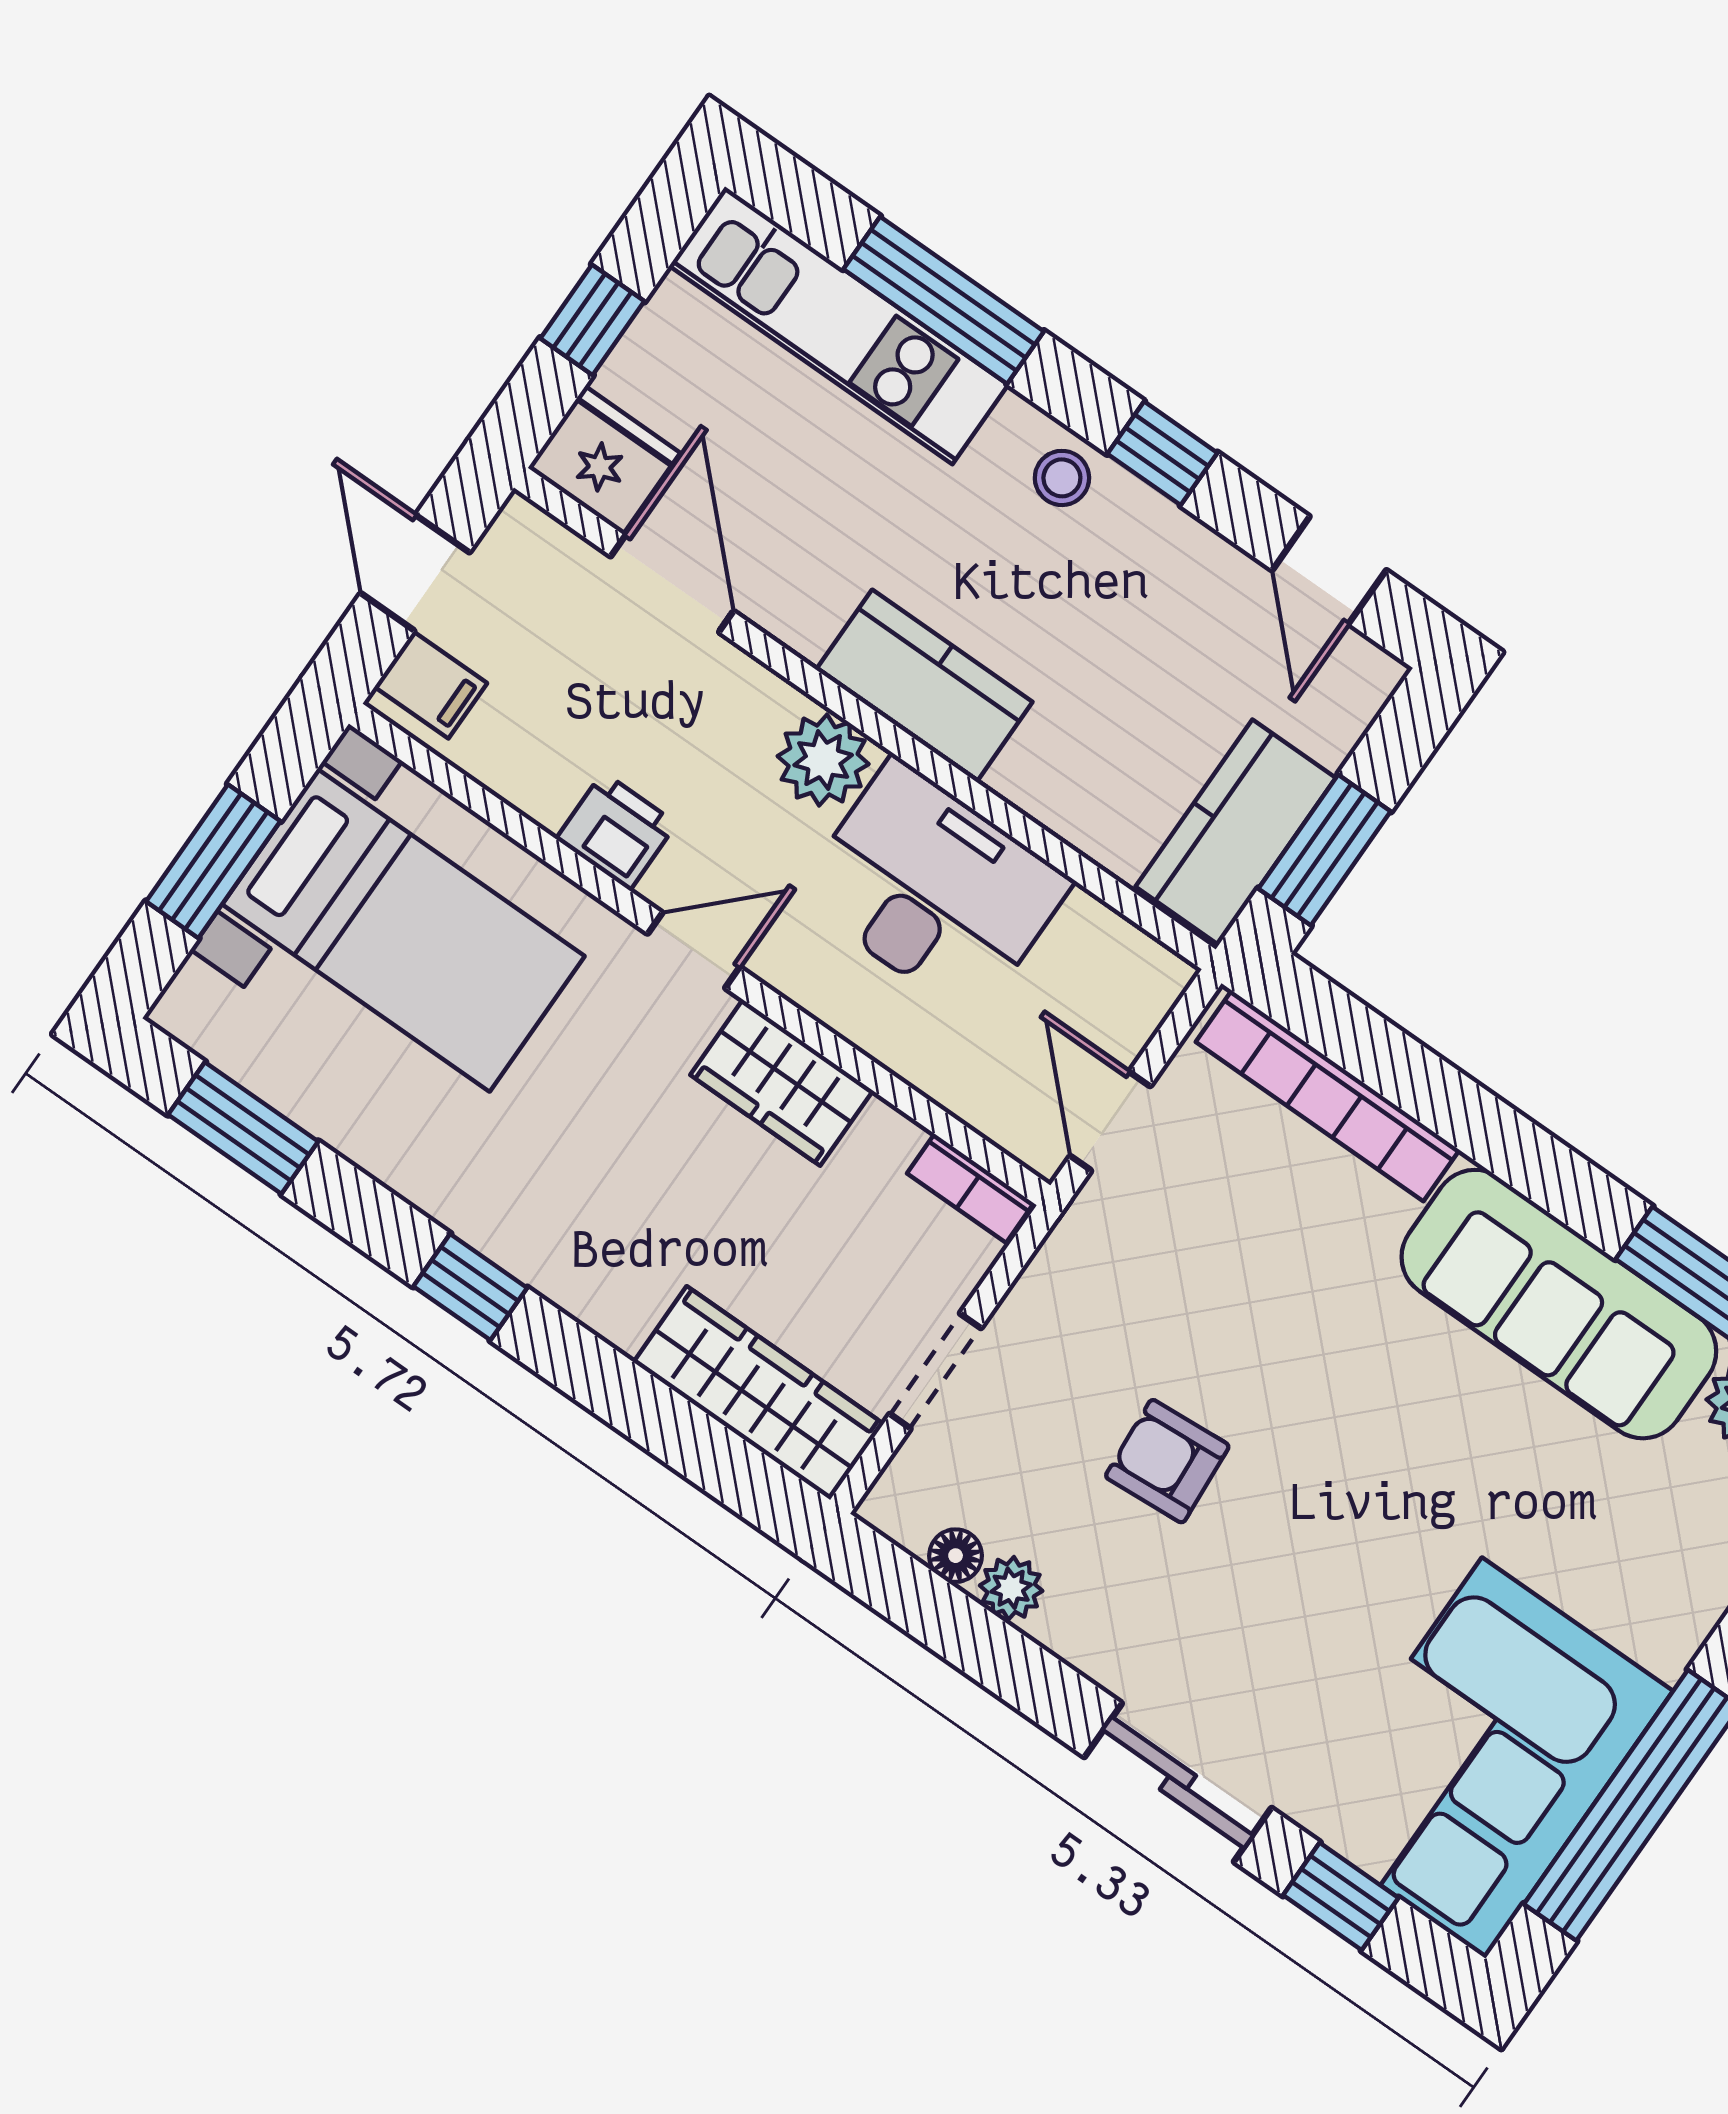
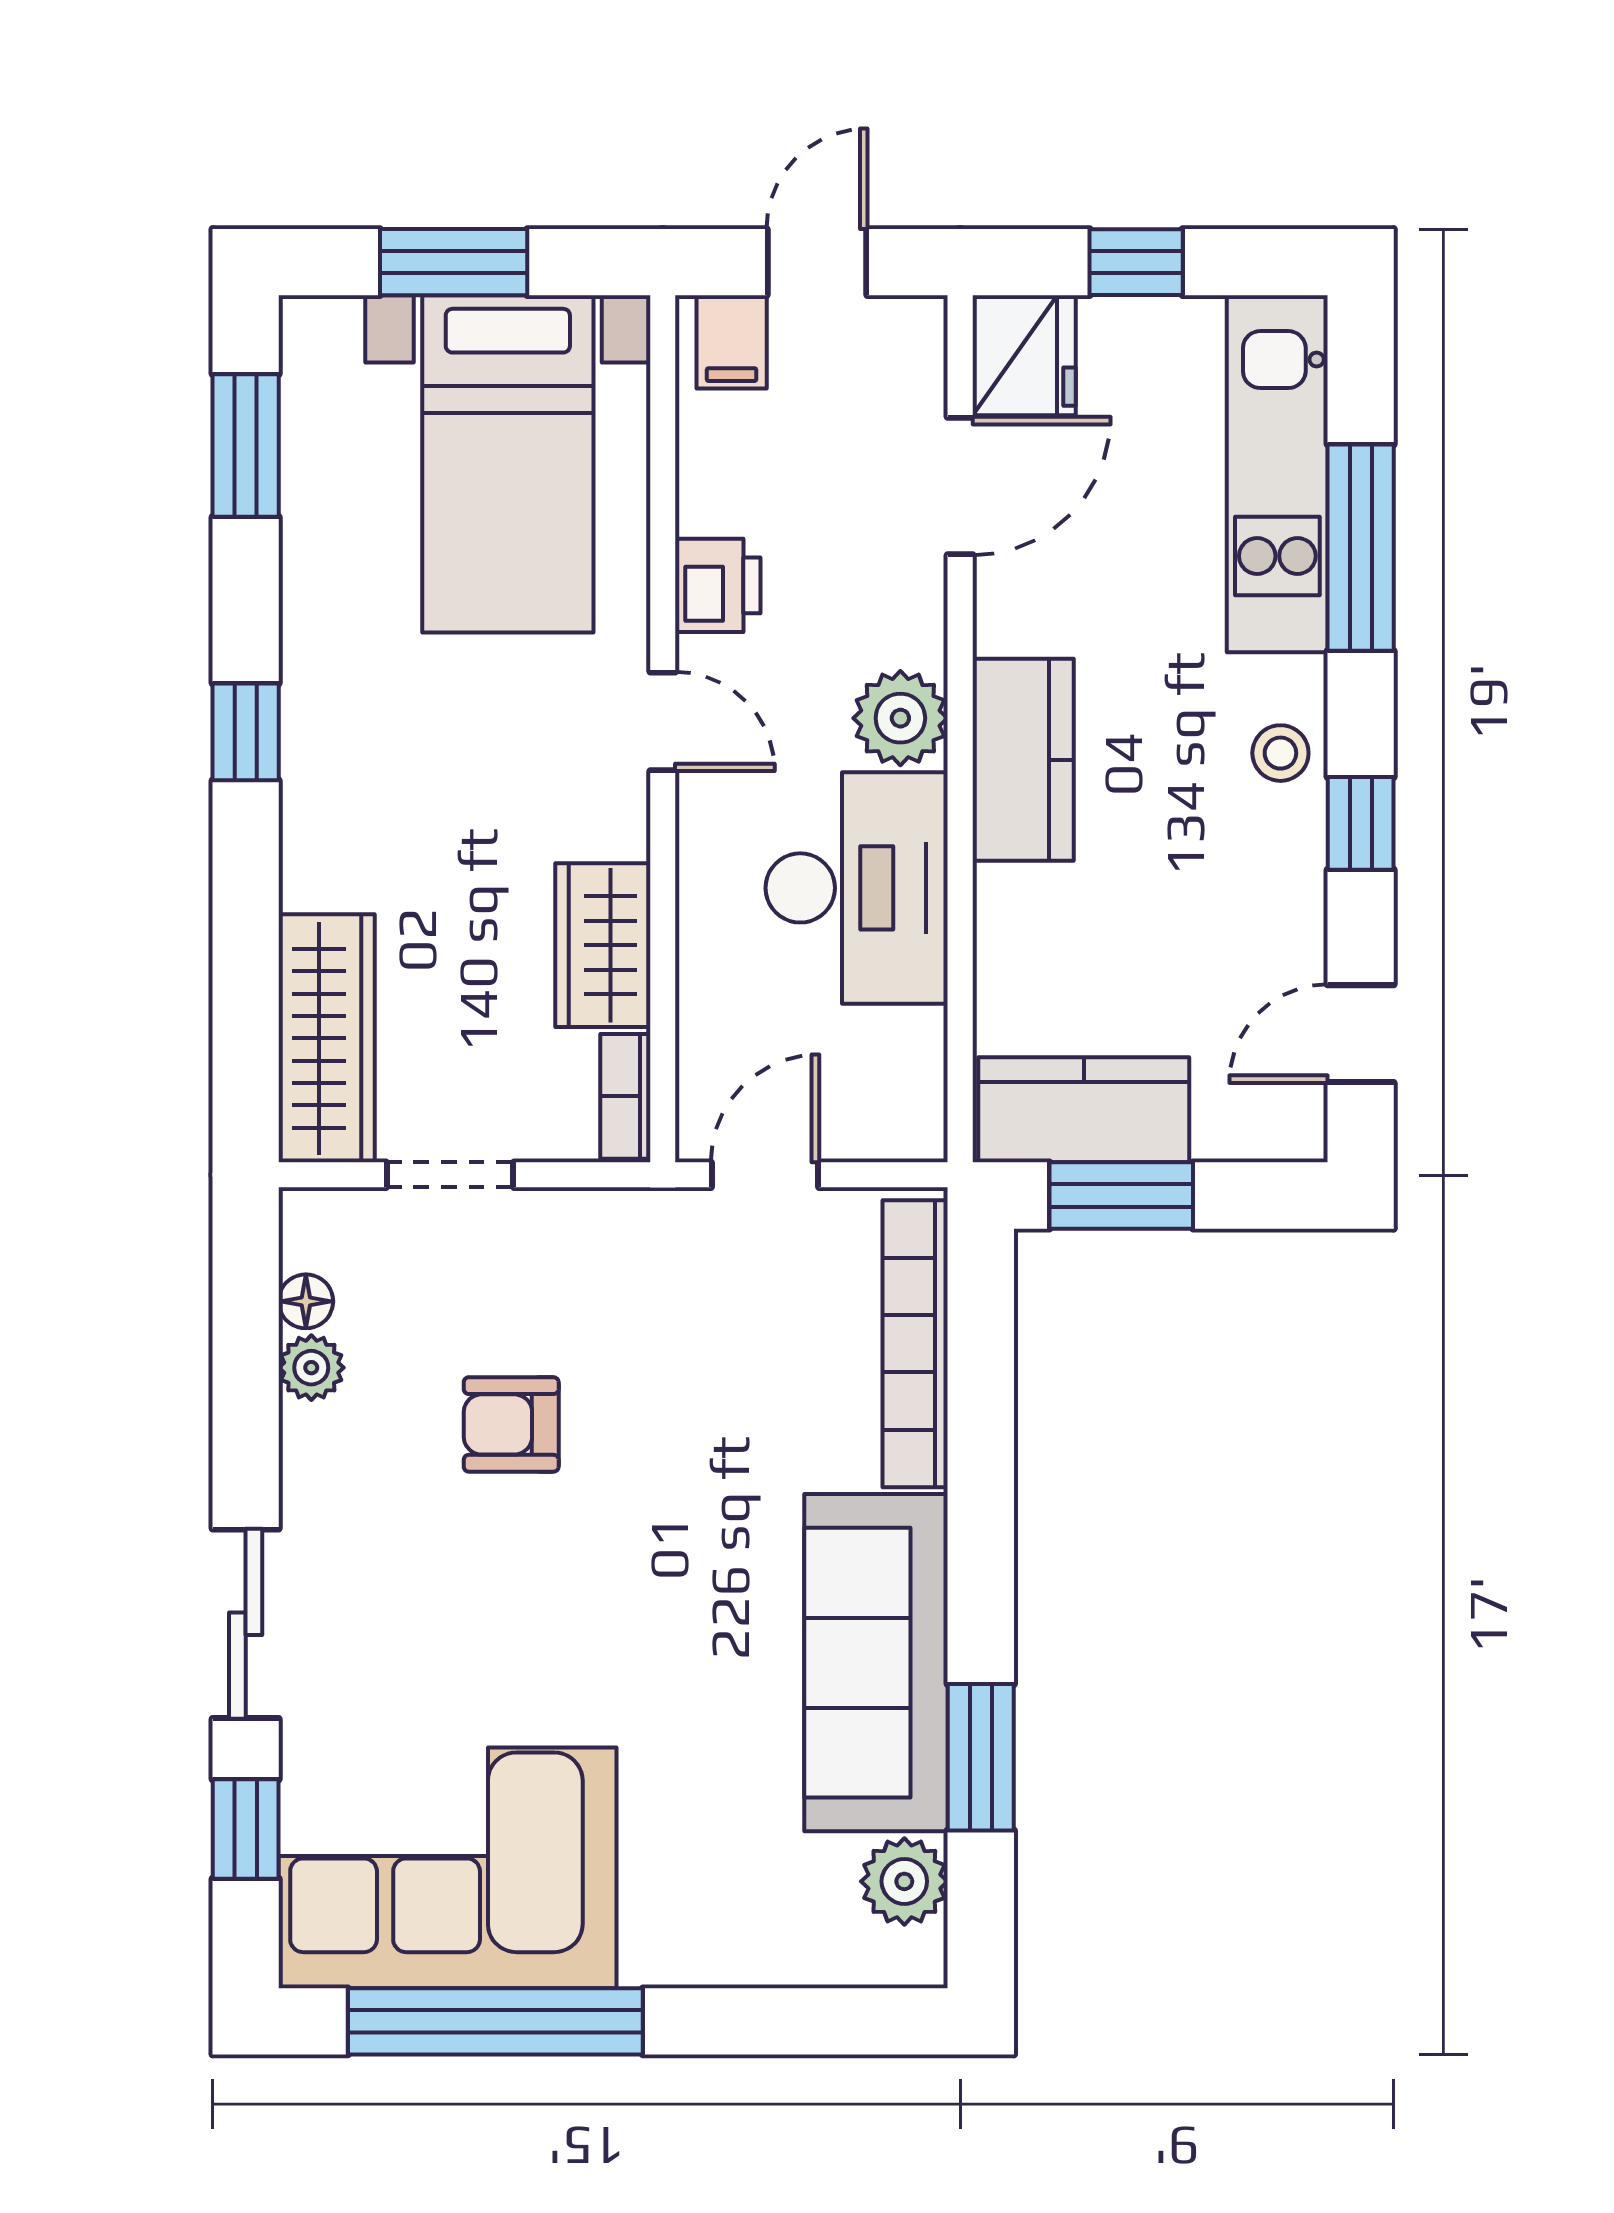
wardrobe: (782, 1083) -> (603, 945), moved
armchair: (1167, 1461) -> (511, 1424), turned -86

